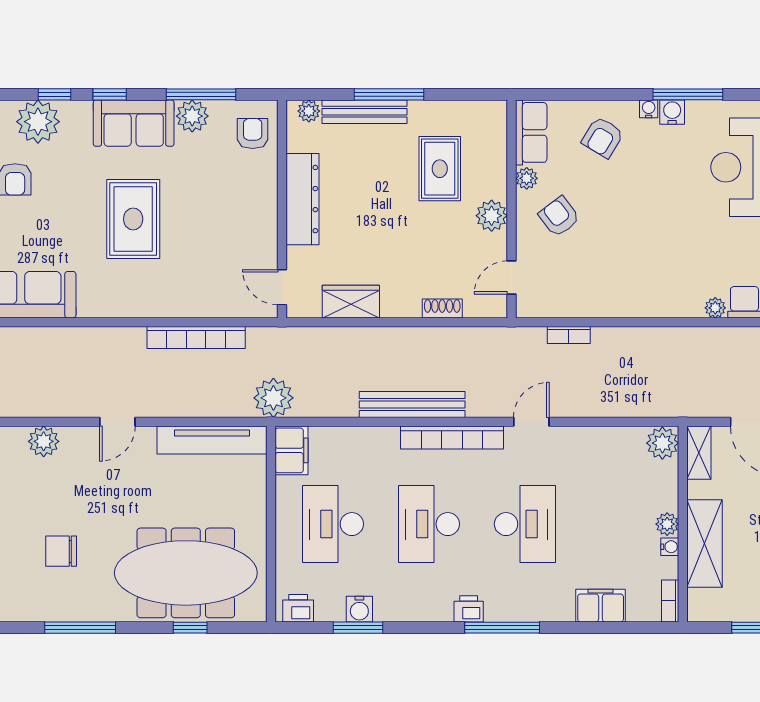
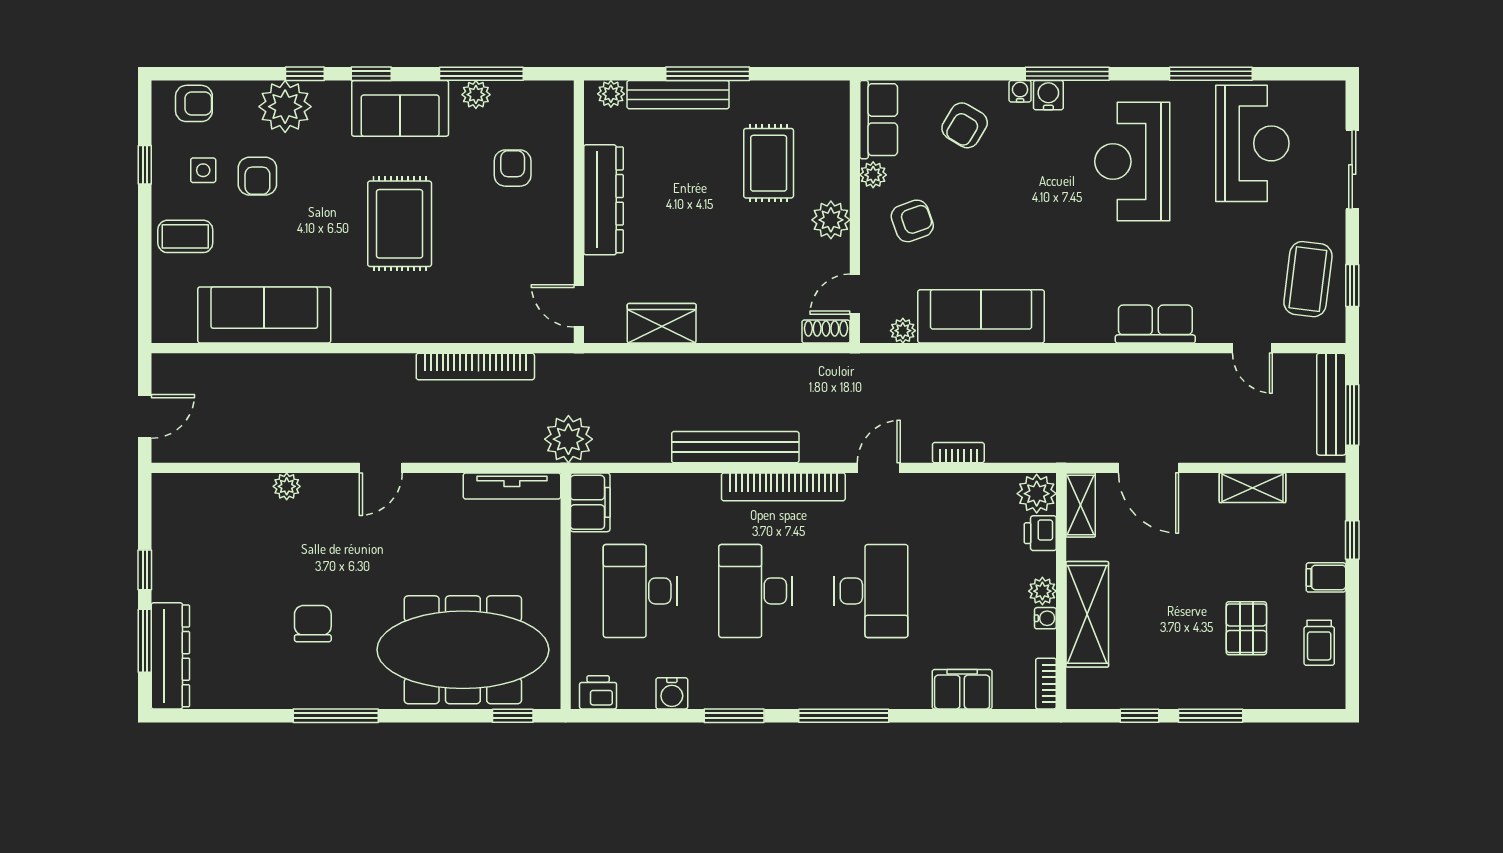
plant: (192, 116) -> (476, 95), width x0.73, depth x0.73
armchair: (253, 134) -> (513, 168), moved
armchair: (559, 217) -> (912, 221), turned 107
sofa: (616, 296) -> (981, 316), added
plant: (715, 308) -> (903, 331), moved
shoe rack: (442, 309) -> (826, 332), moved
bookcase: (569, 335) -> (958, 453), moved, turned 180
tv unit: (212, 440) -> (512, 486), width x0.73, depth x0.78
plant: (44, 441) -> (287, 486), width x0.73, depth x0.73
chair: (61, 551) -> (313, 624), turned 90
printer: (469, 609) -> (1040, 533), moved, turned -90
window: (190, 628) -> (513, 716), moved
window: (358, 628) -> (734, 716), moved

